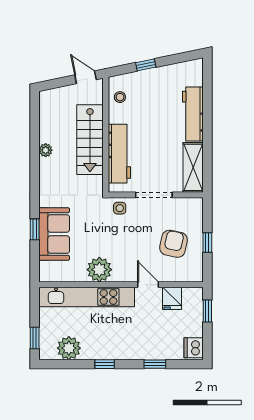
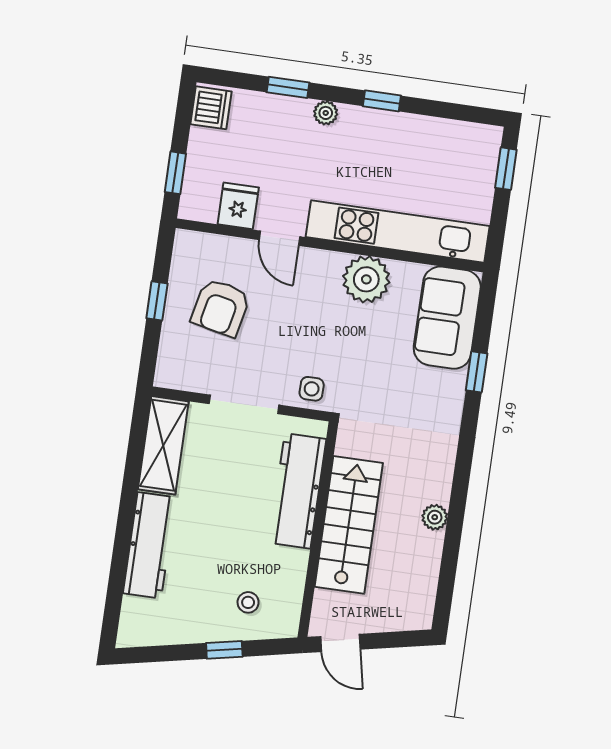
stool: (120, 97) -> (248, 602), moved
sofa: (54, 234) -> (447, 318), moved
plant: (69, 348) -> (326, 113), moved, width x0.53, depth x0.53

